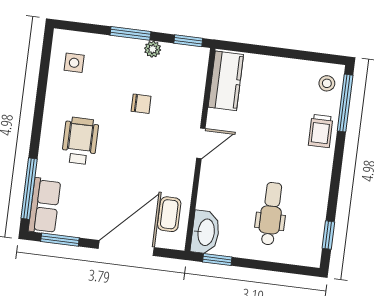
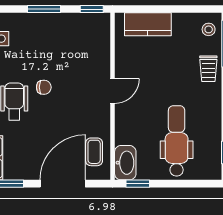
plant: (153, 49) -> (64, 20), removed
kitchen counter: (226, 81) -> (148, 24), moved, turned 90
chair: (141, 104) -> (44, 87), moved
dental chair: (271, 214) -> (177, 141), width x1.36, depth x1.38

